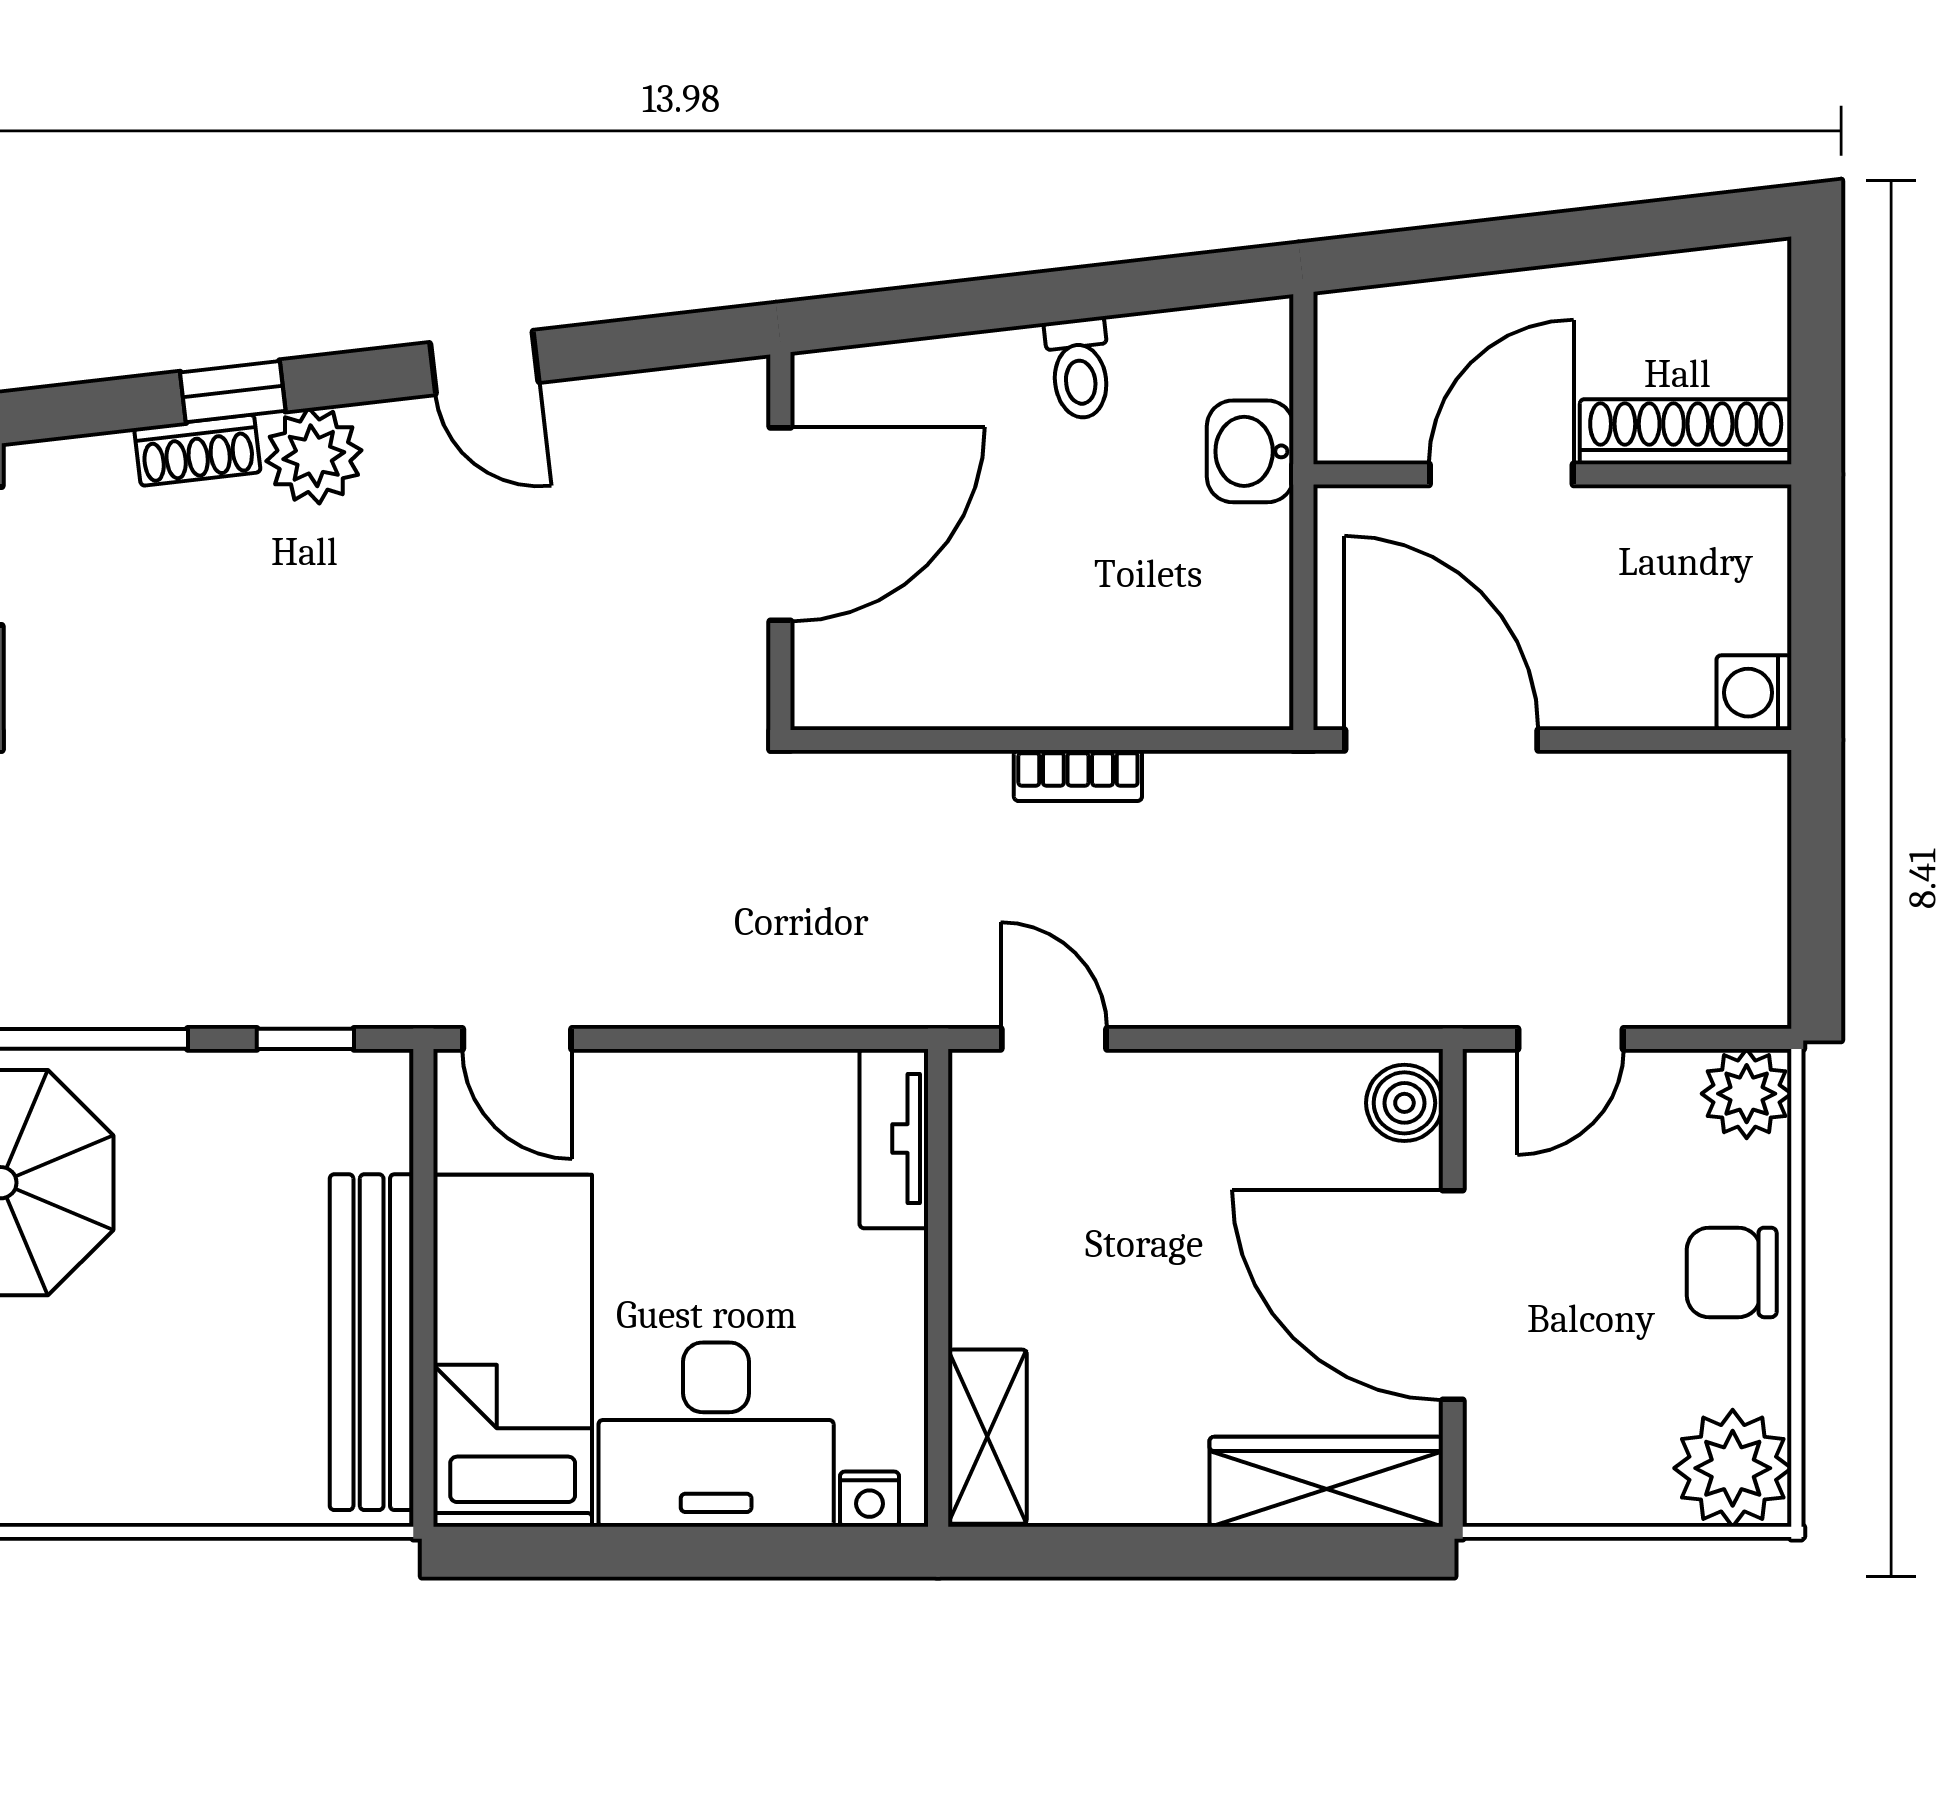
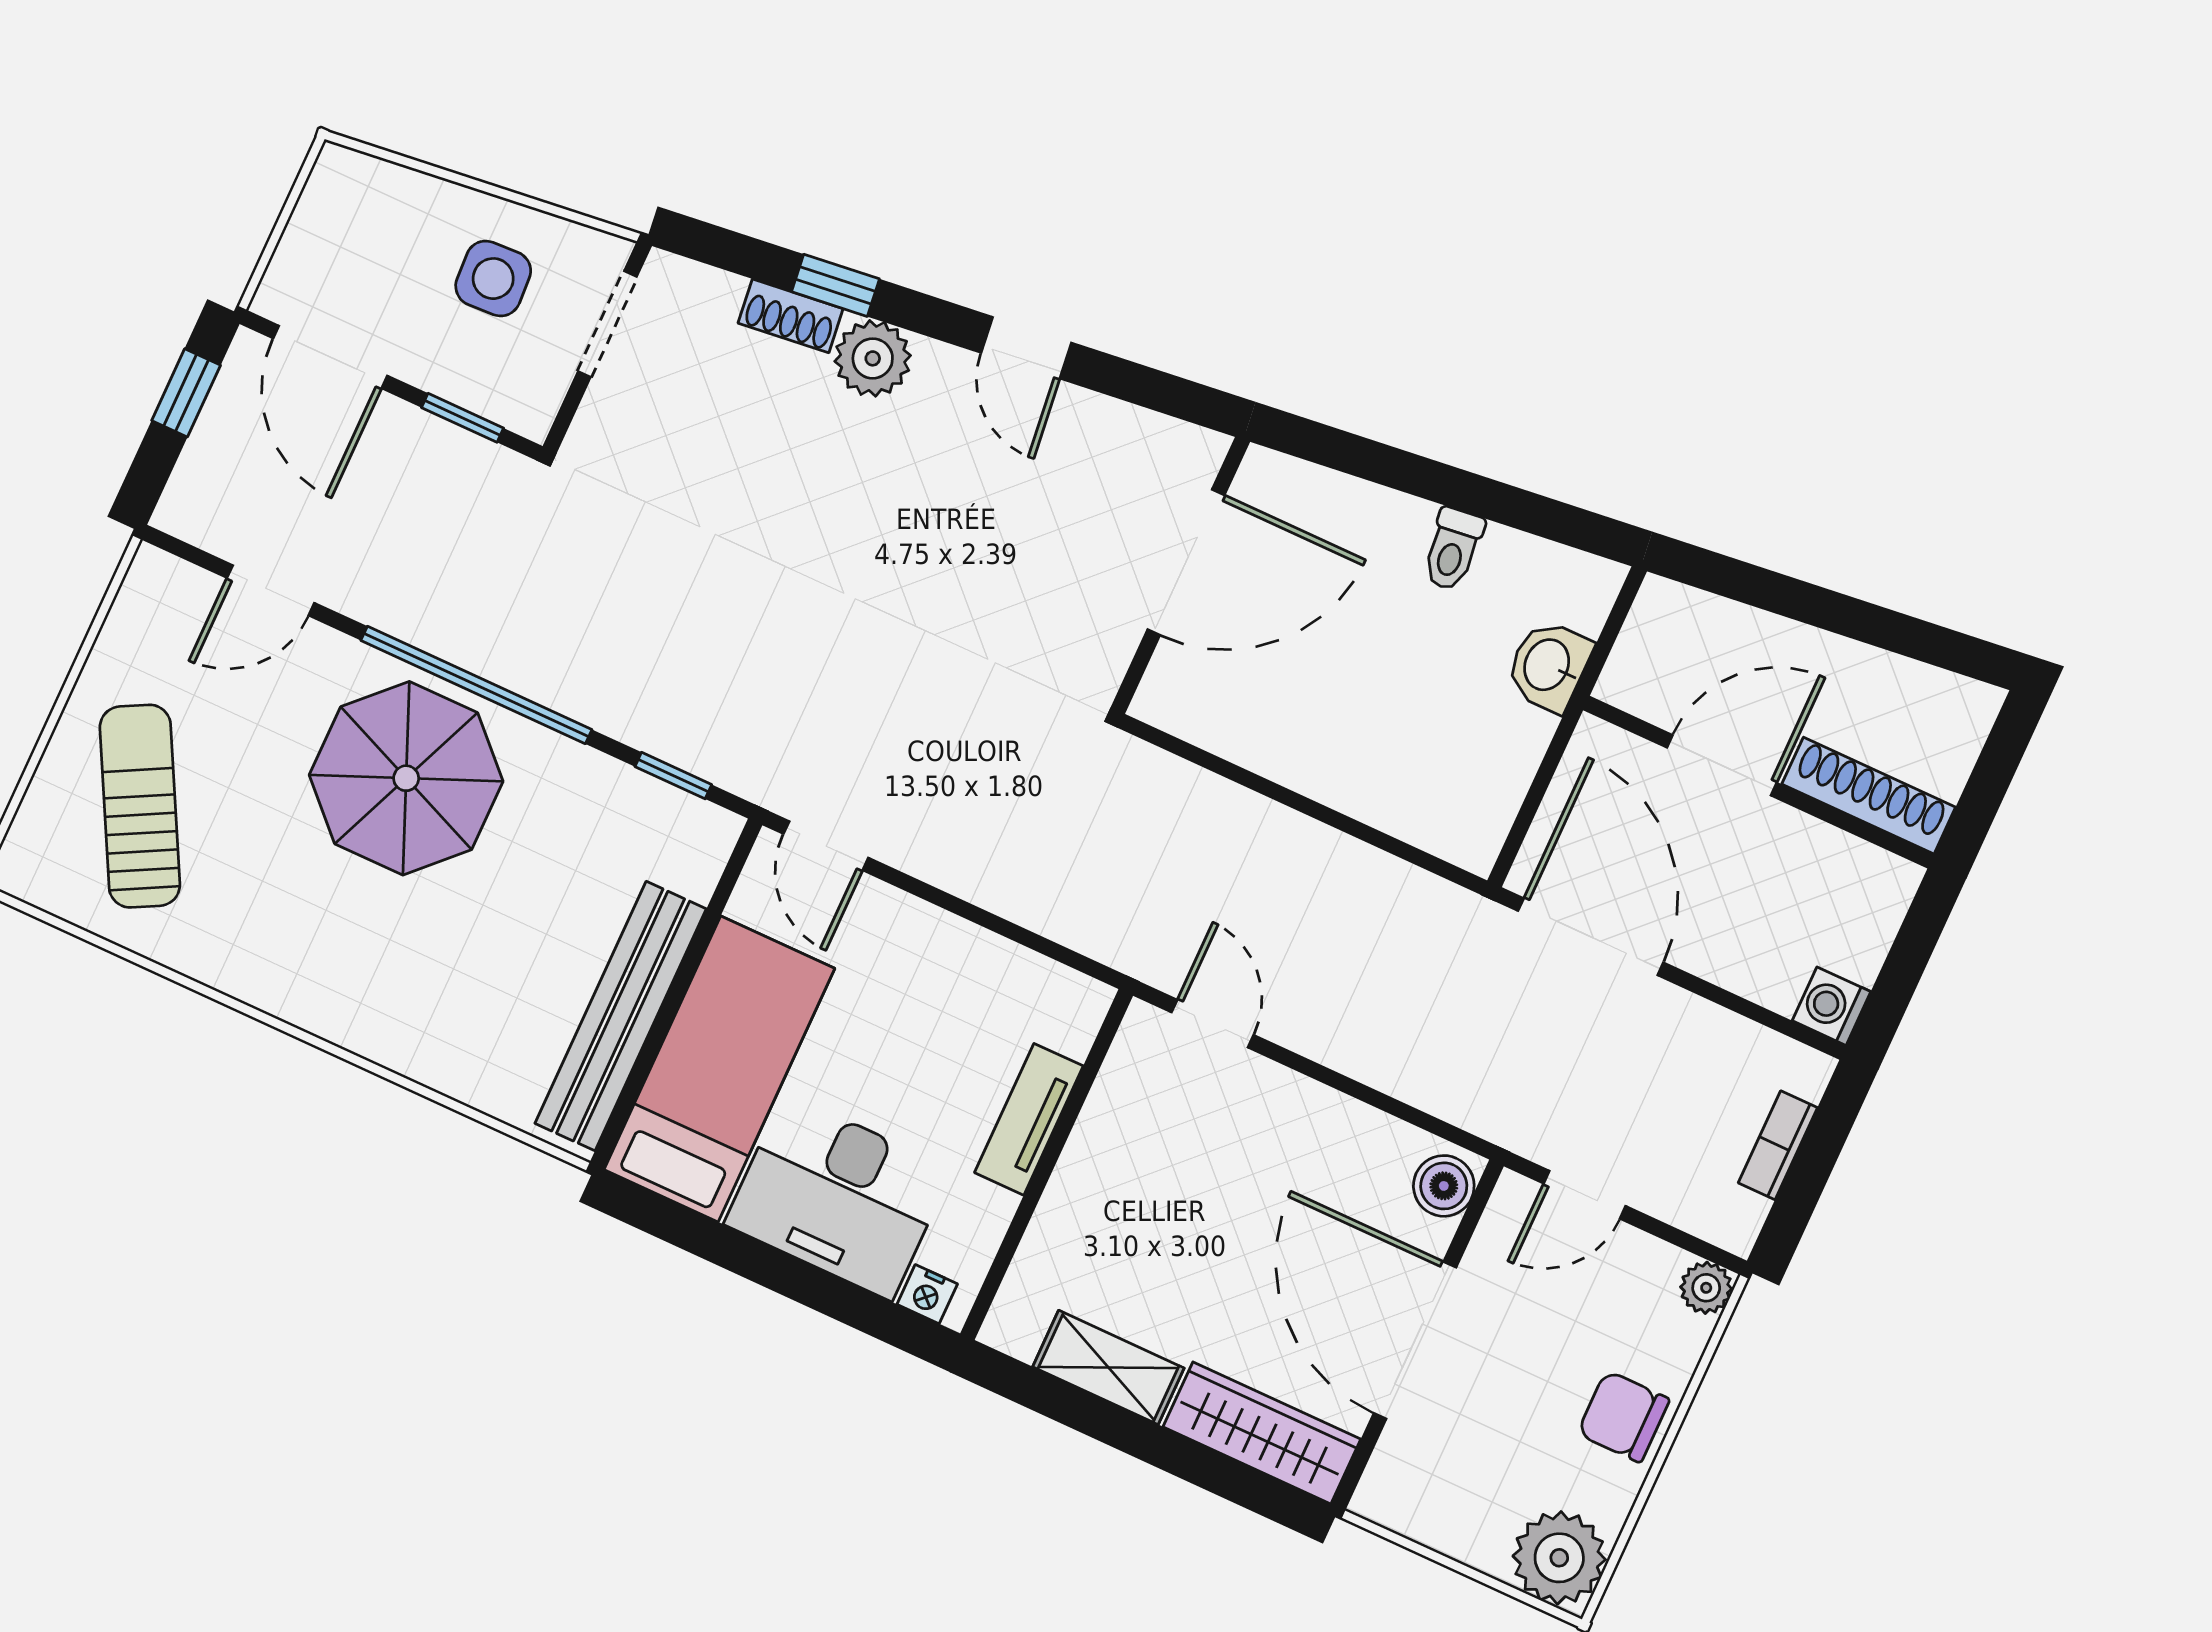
bookcase: (1078, 776) -> (1778, 1145), moved, turned 90
plant: (1747, 1094) -> (1706, 1288), width x0.73, depth x0.73
tv unit: (894, 1139) -> (1029, 1119), moved
shelving: (987, 1437) -> (1108, 1367), moved, turned 90

